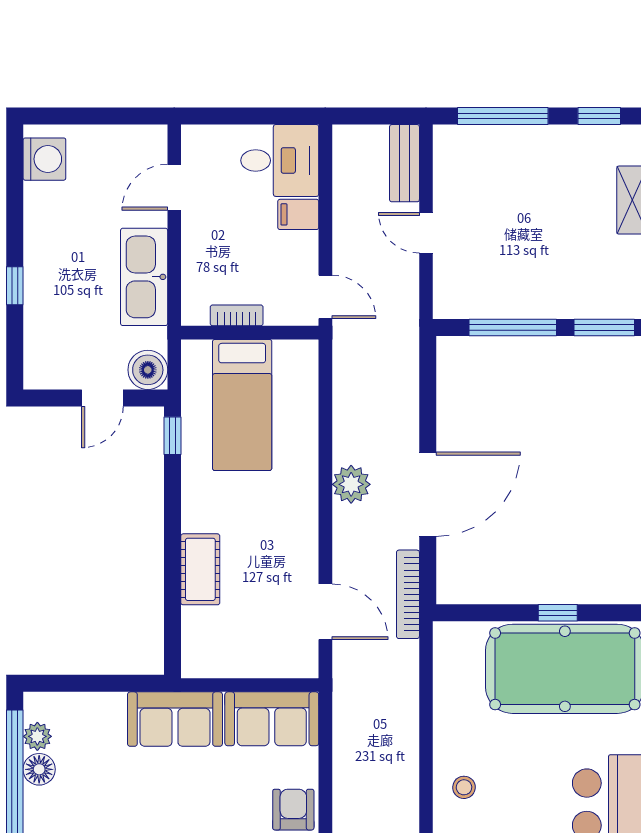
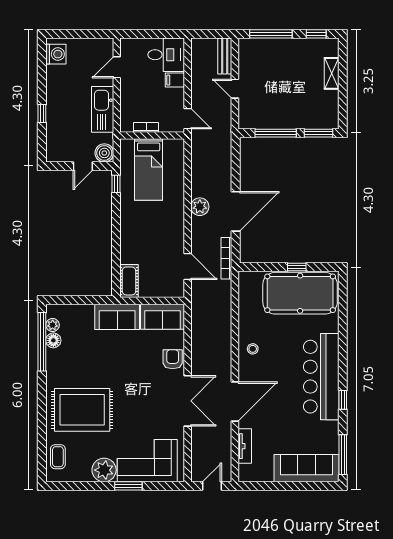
cot: (200, 569) -> (129, 281), moved

